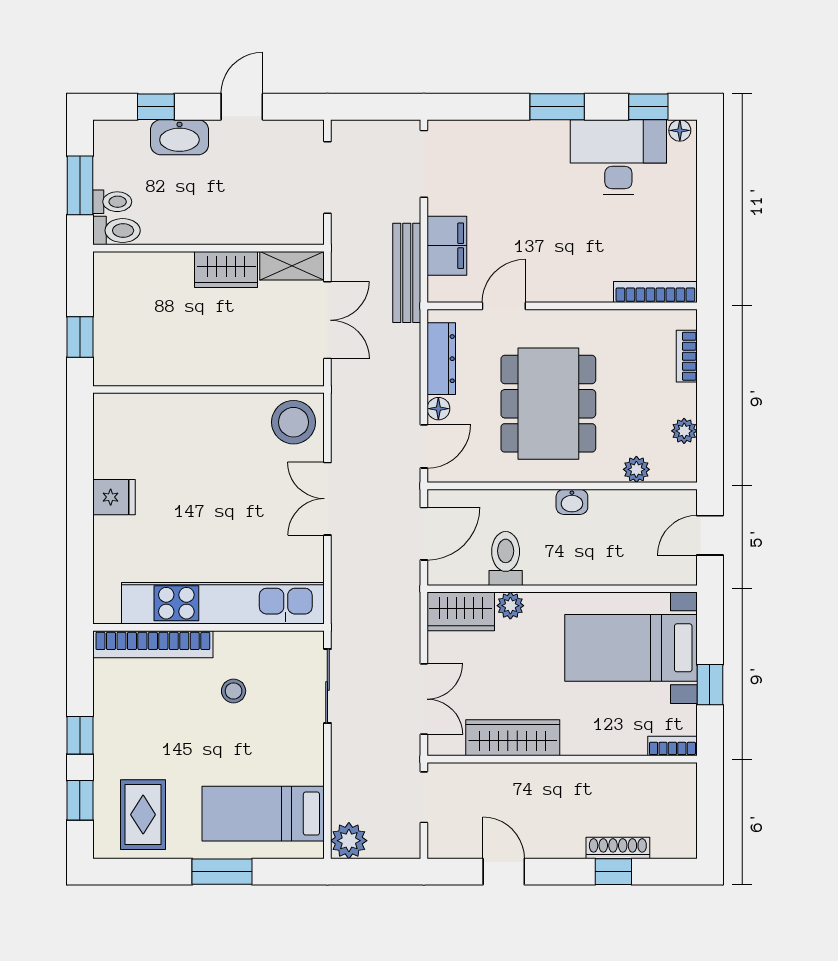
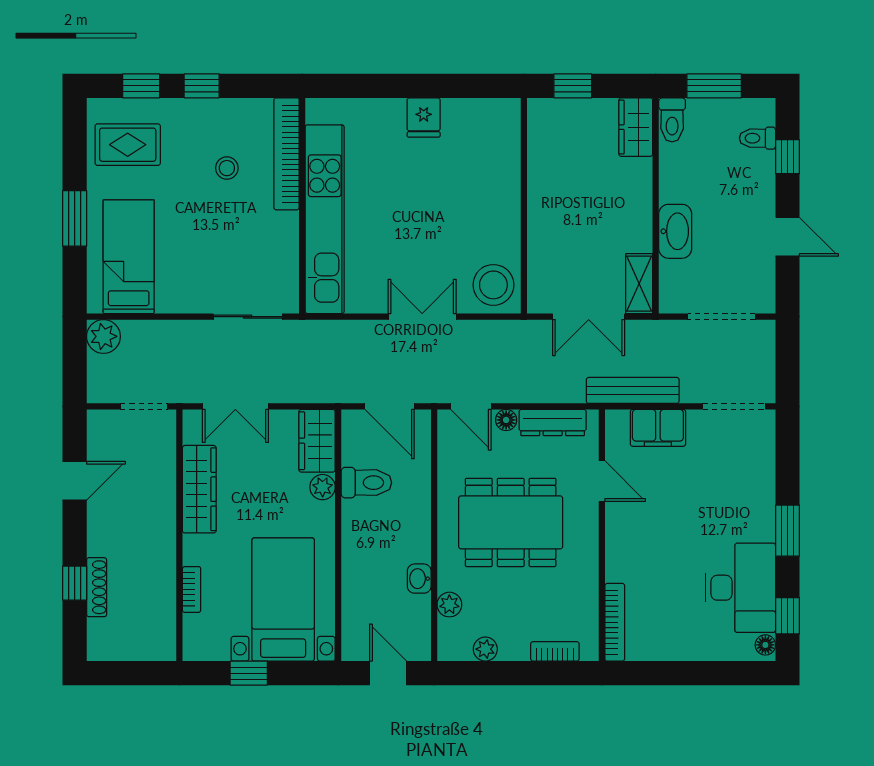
washbasin: (179, 137) -> (675, 231), moved, turned 180
toilet: (112, 202) -> (757, 138), moved, turned 90
wardrobe: (226, 269) -> (636, 127), moved
washbasin: (572, 502) -> (419, 579), moved
stool: (234, 691) -> (227, 168), moved
bookcase: (672, 746) -> (192, 589), moved

